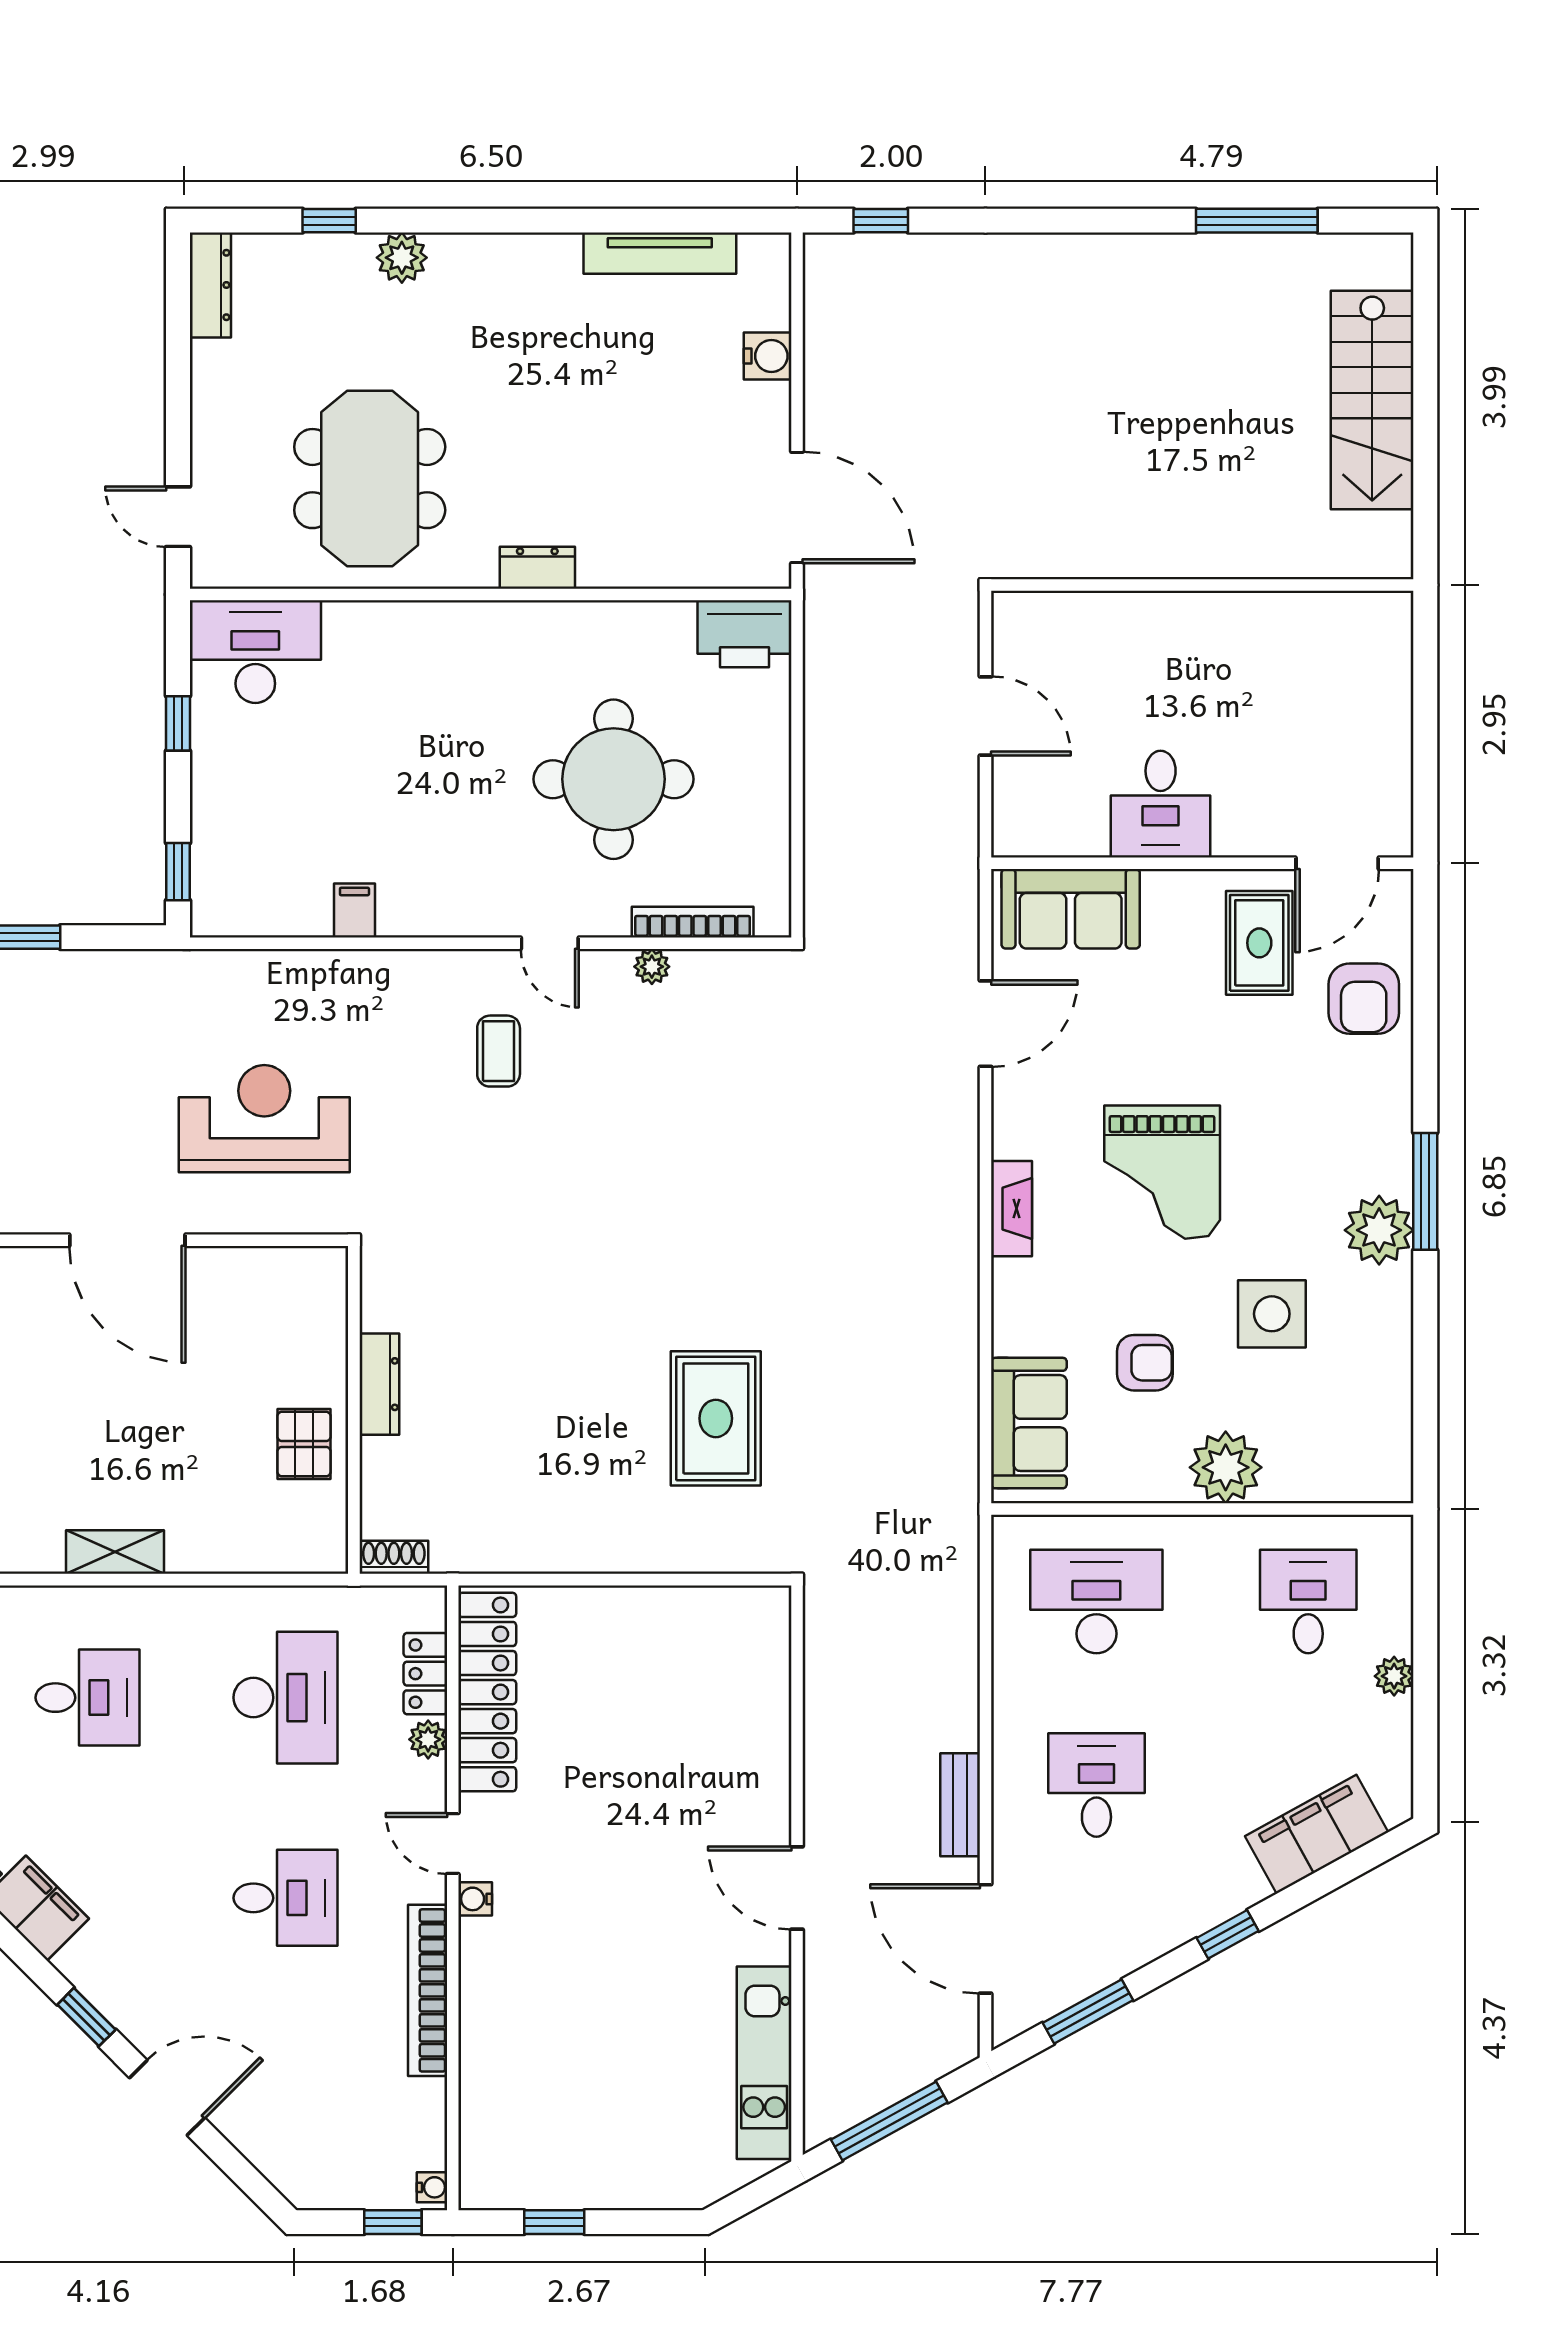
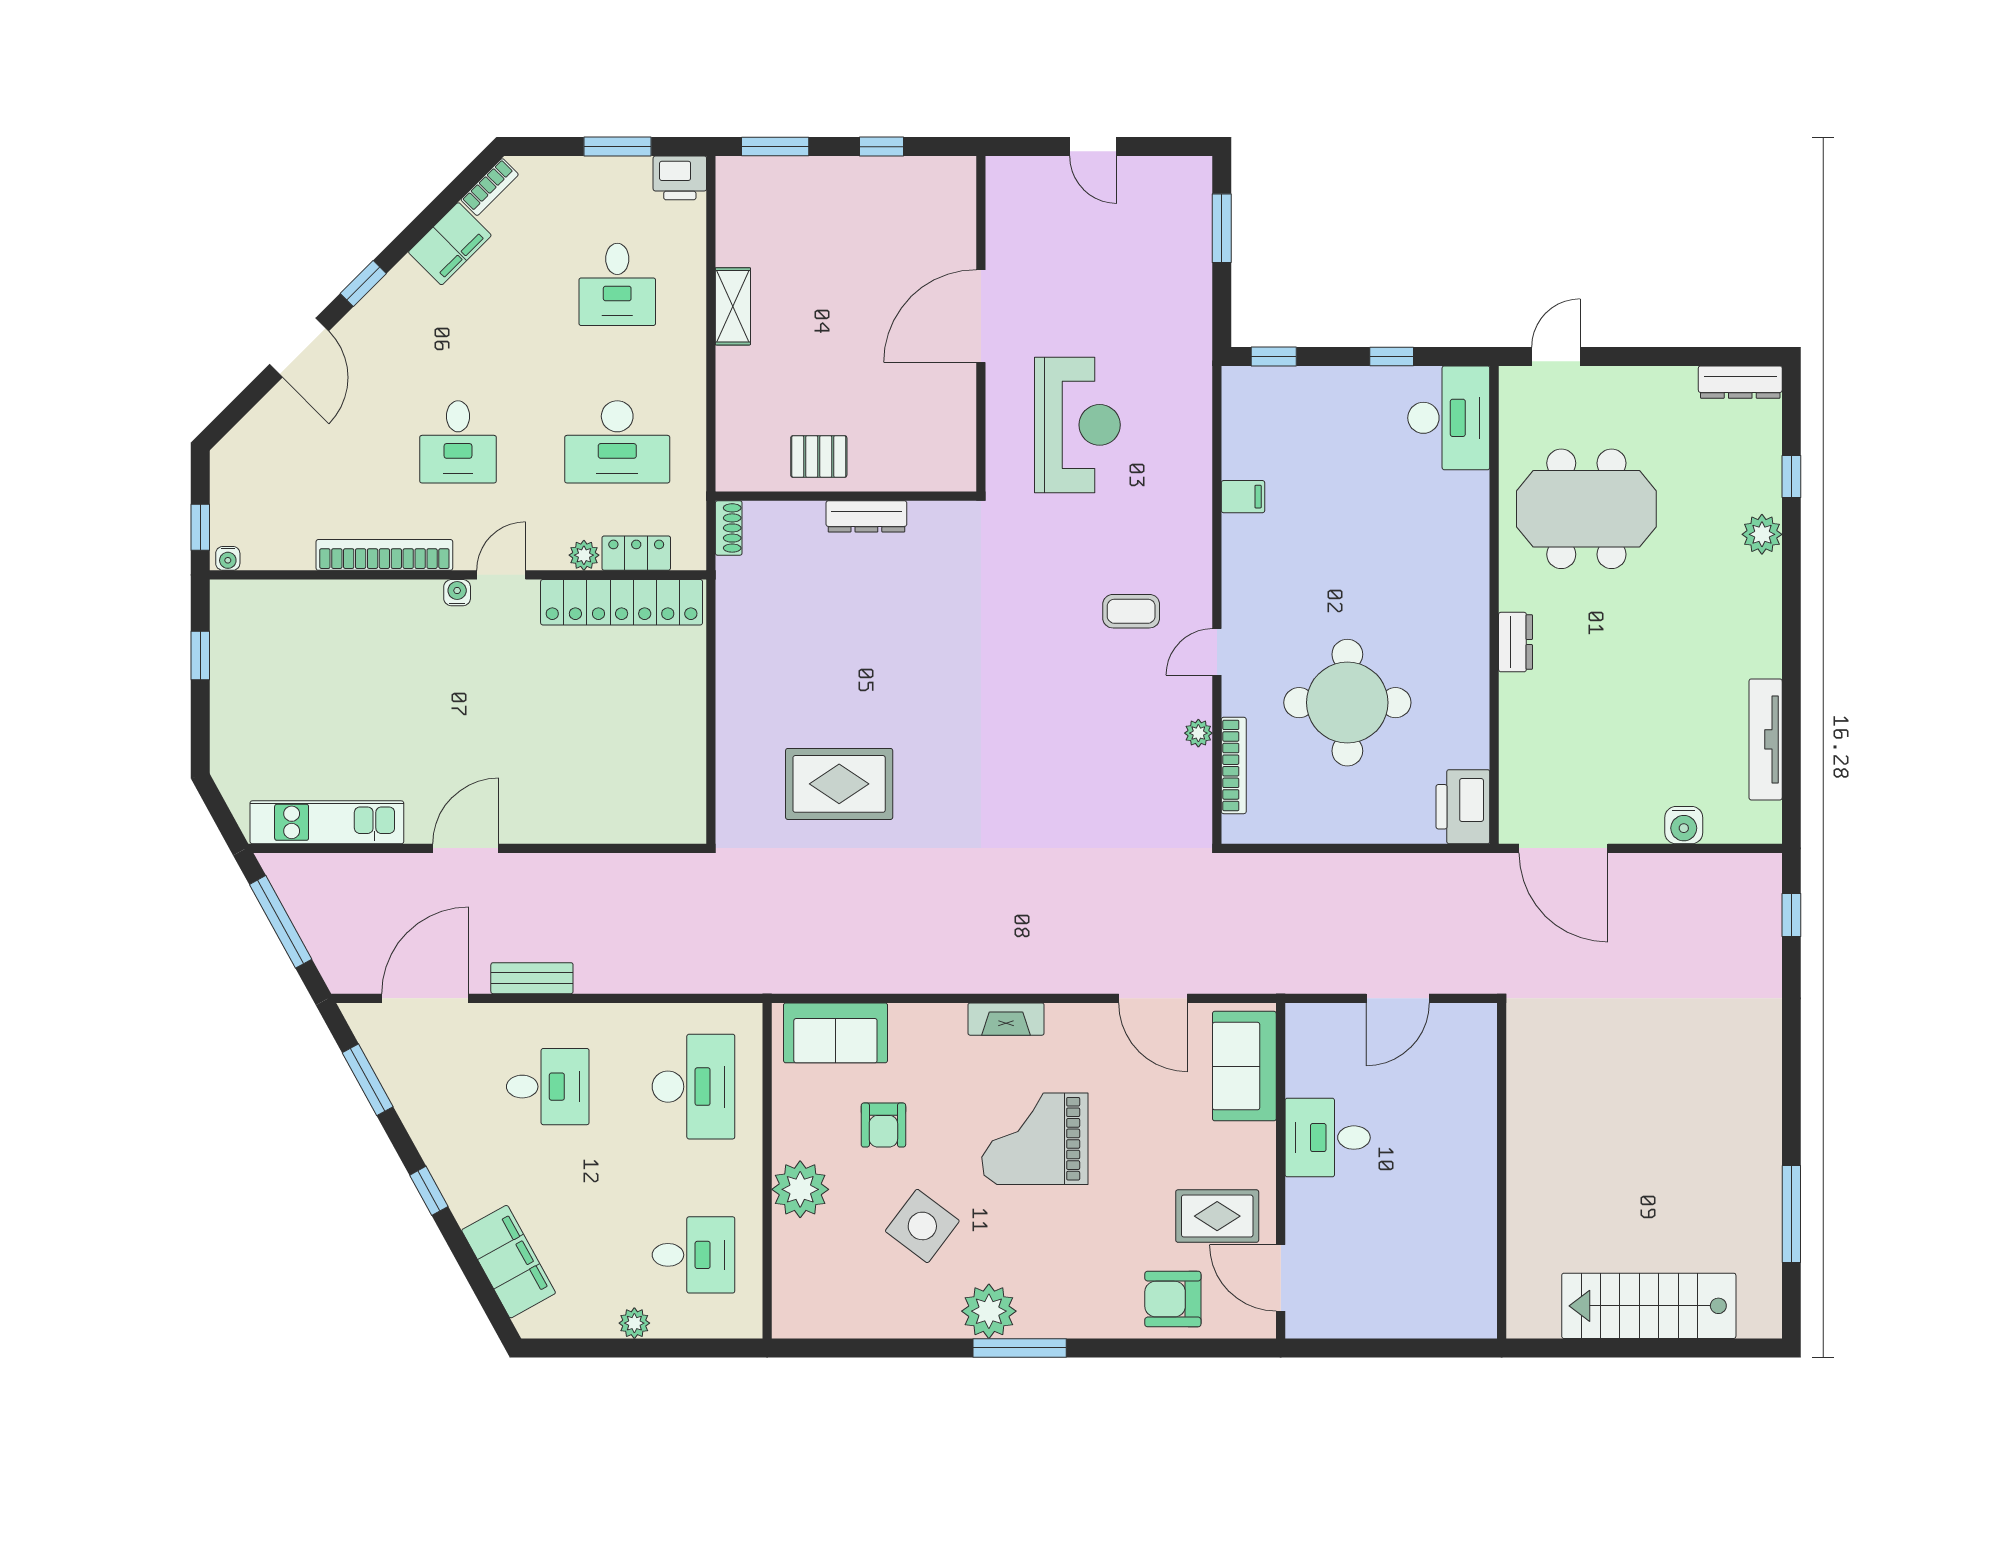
door: (797, 507) -> (1563, 848), hinge flipped
side table: (1272, 1314) -> (922, 1226), turned 37

